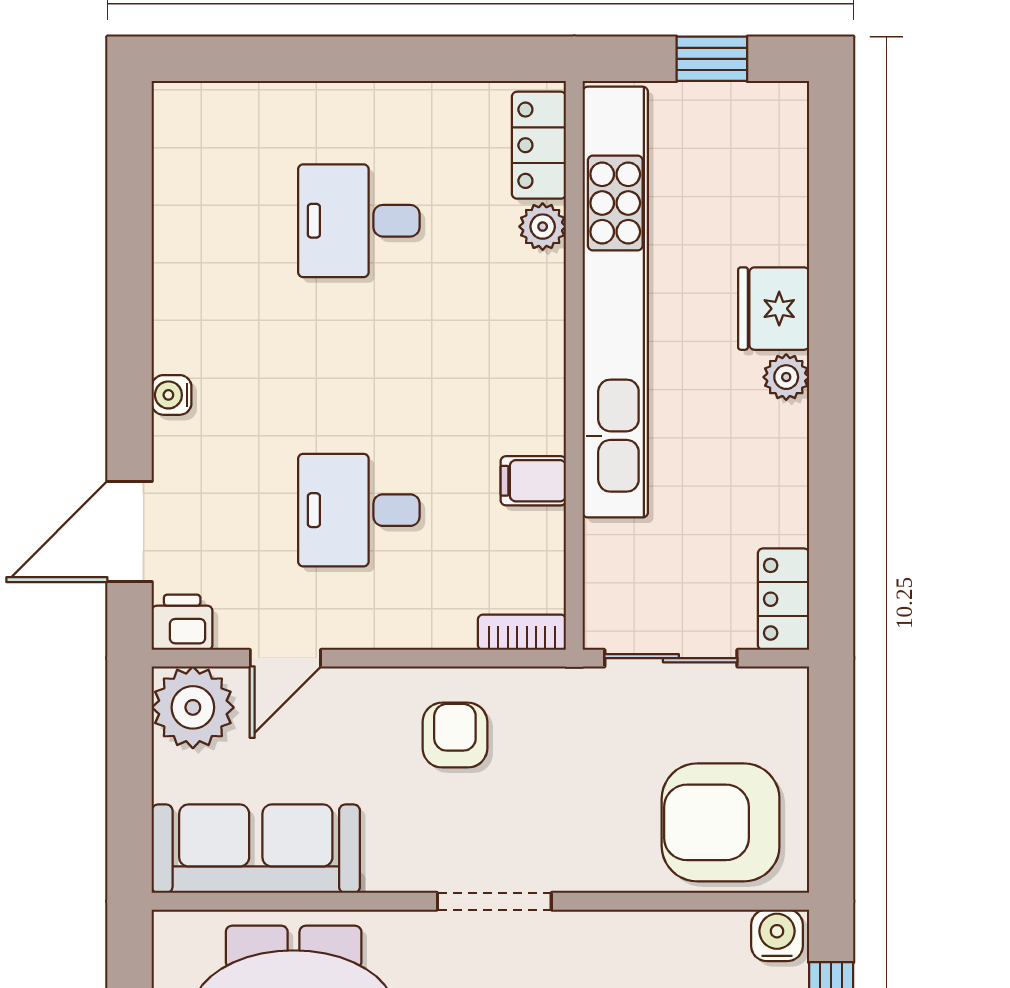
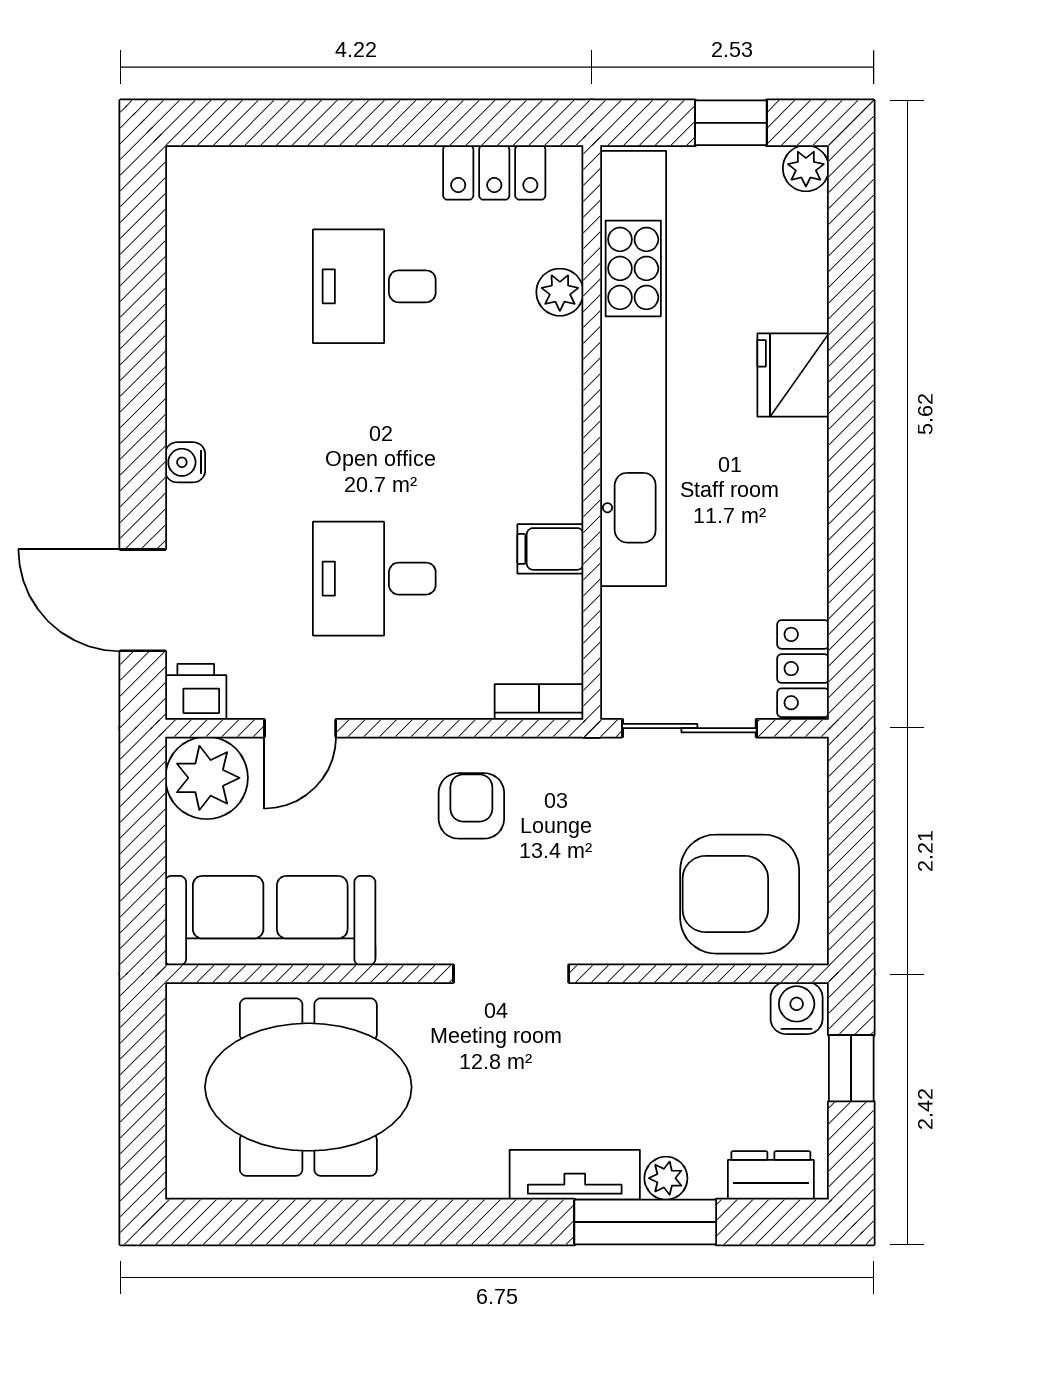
locker: (539, 145) -> (494, 172), moved, turned -90
plant: (786, 377) -> (806, 168), moved
door: (130, 532) -> (143, 600), hinge flipped

